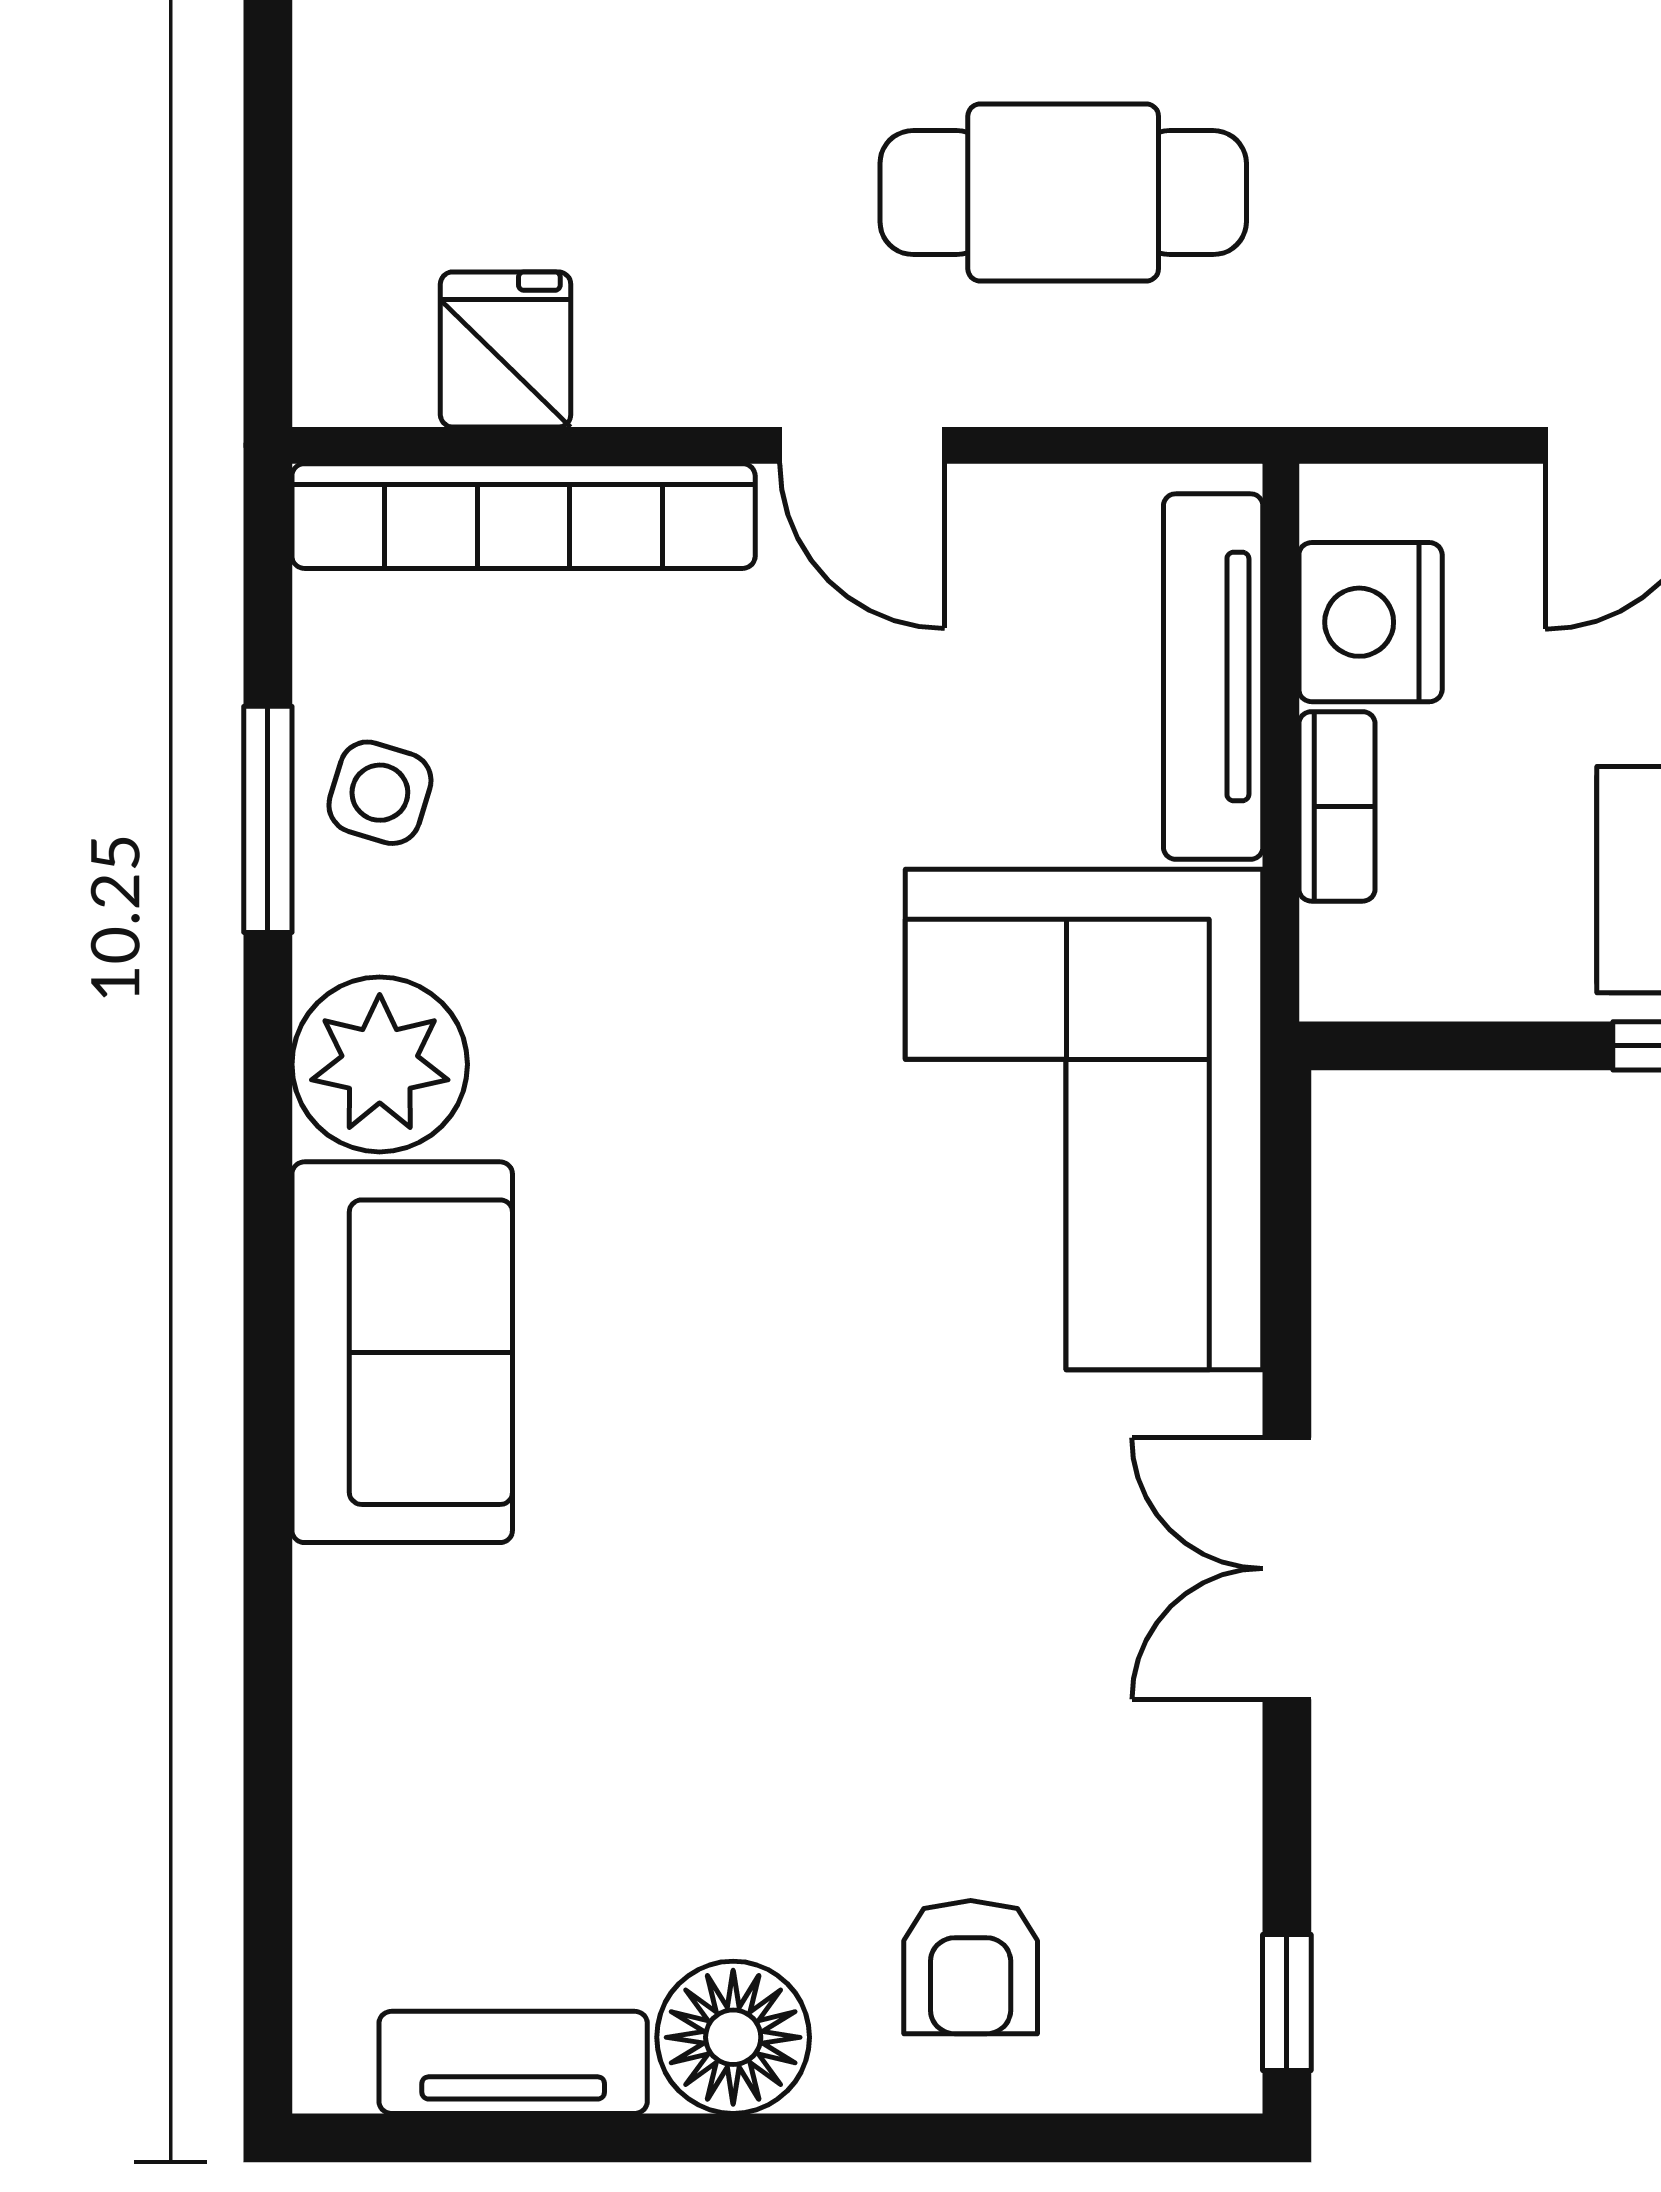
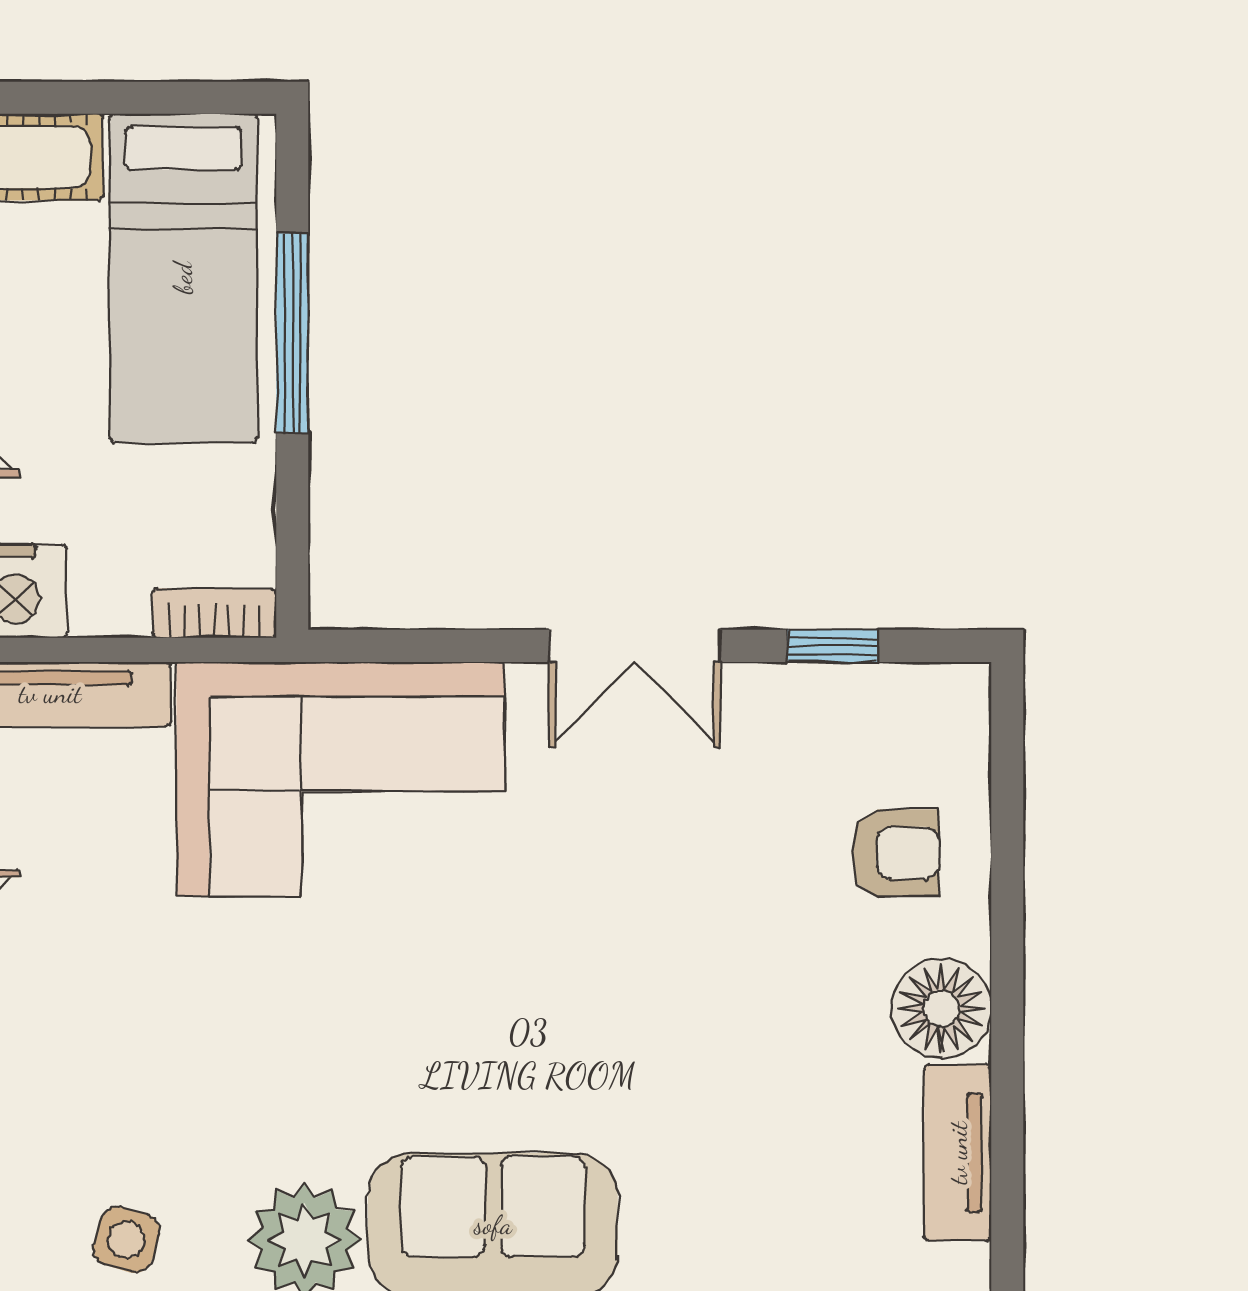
bookcase: (1337, 806) -> (214, 613), moved
window: (1287, 2002) -> (832, 646), moved

